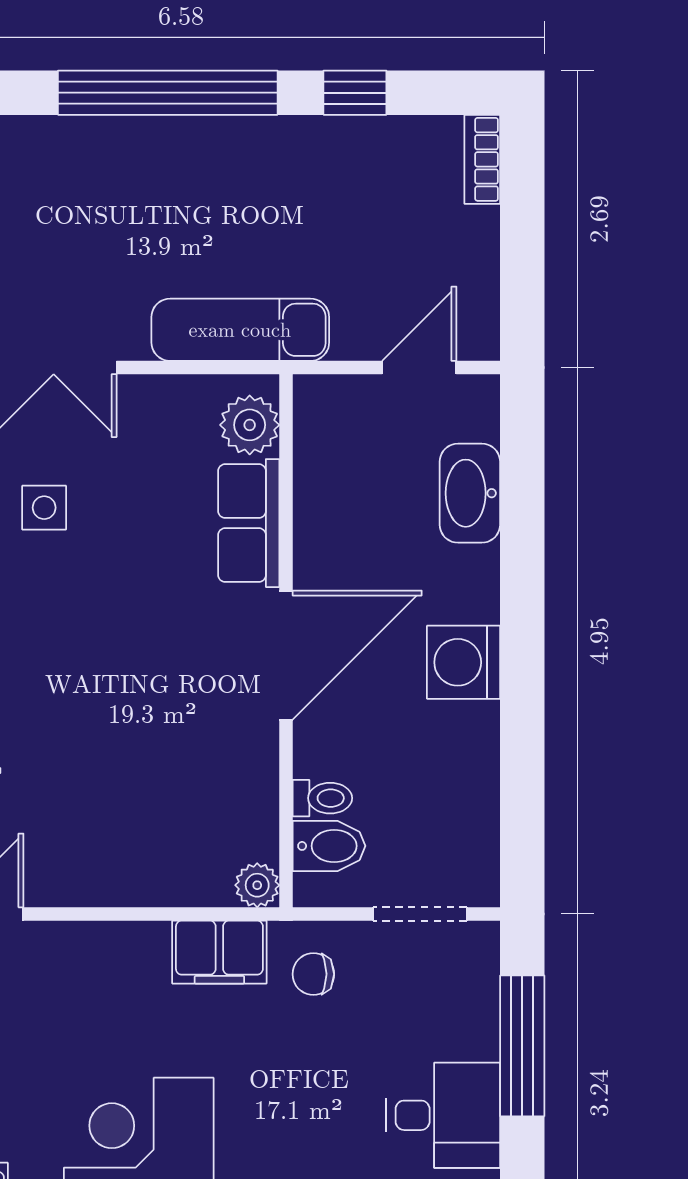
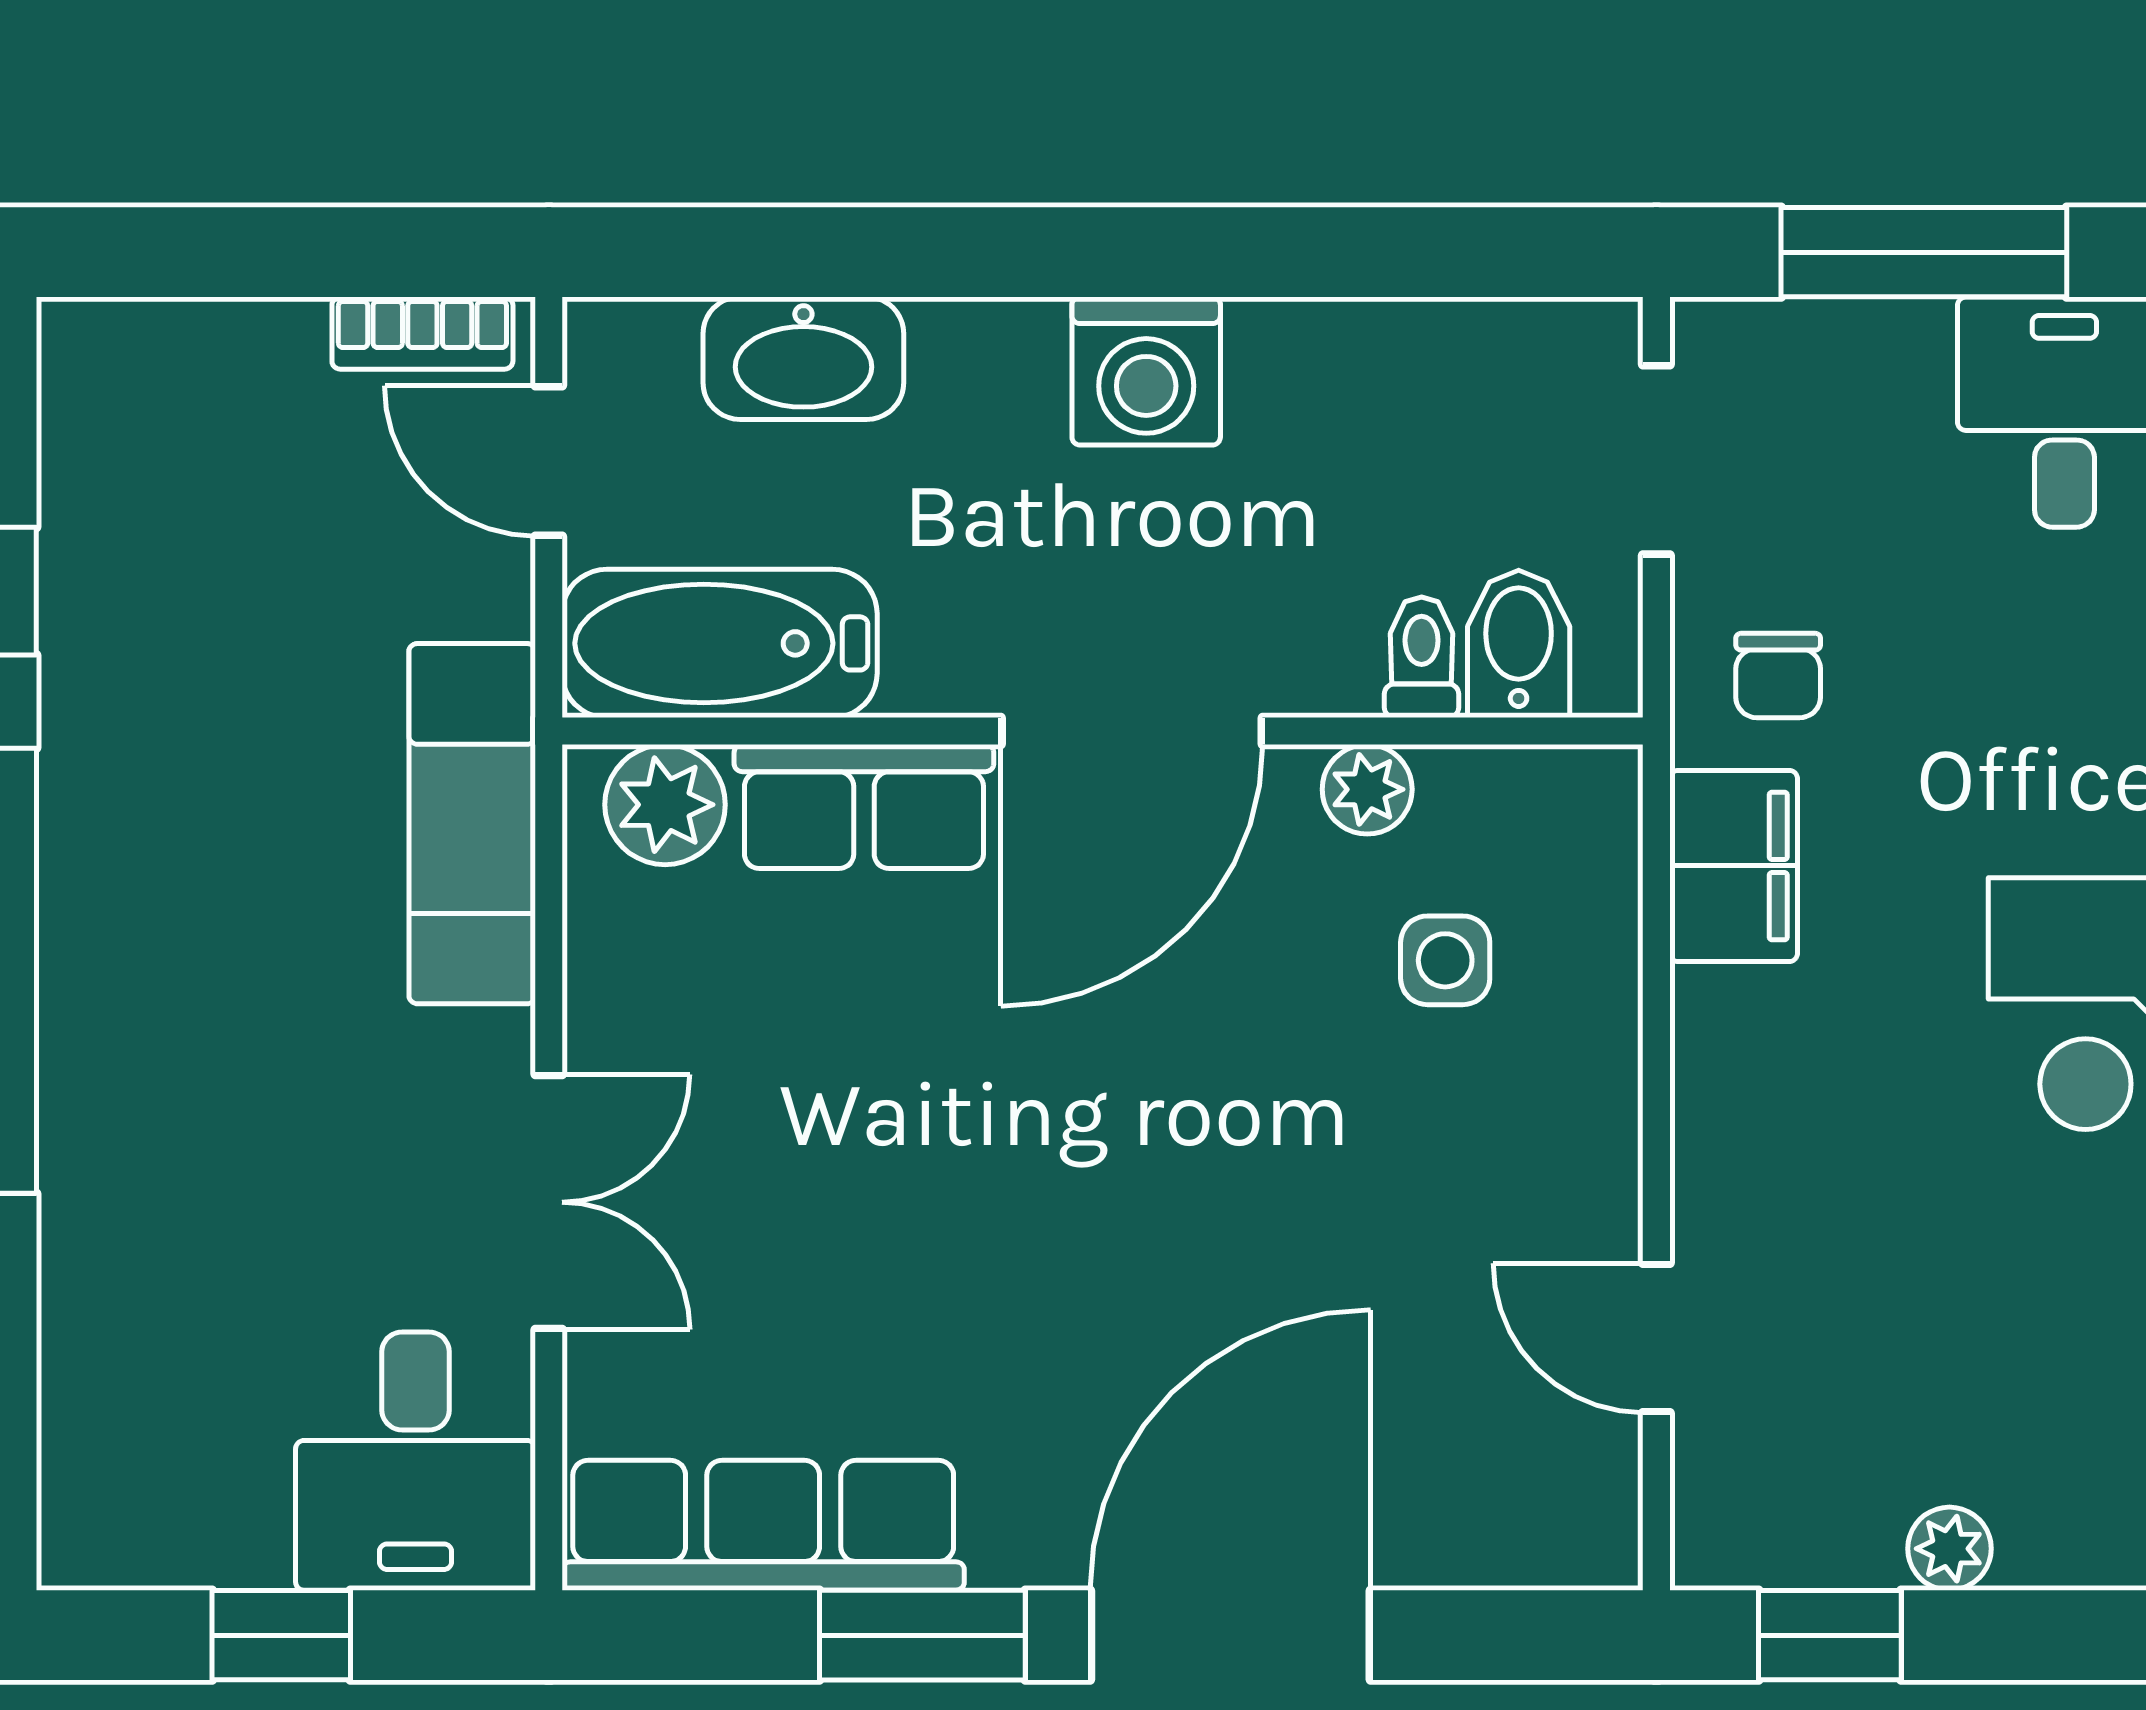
bookcase: (482, 159) -> (422, 333), moved
bathtub: (329, 452) -> (720, 643), added
side table: (44, 508) -> (1445, 960), moved
door: (286, 655) -> (1132, 731), swing flipped
plant: (257, 885) -> (1367, 789), moved

